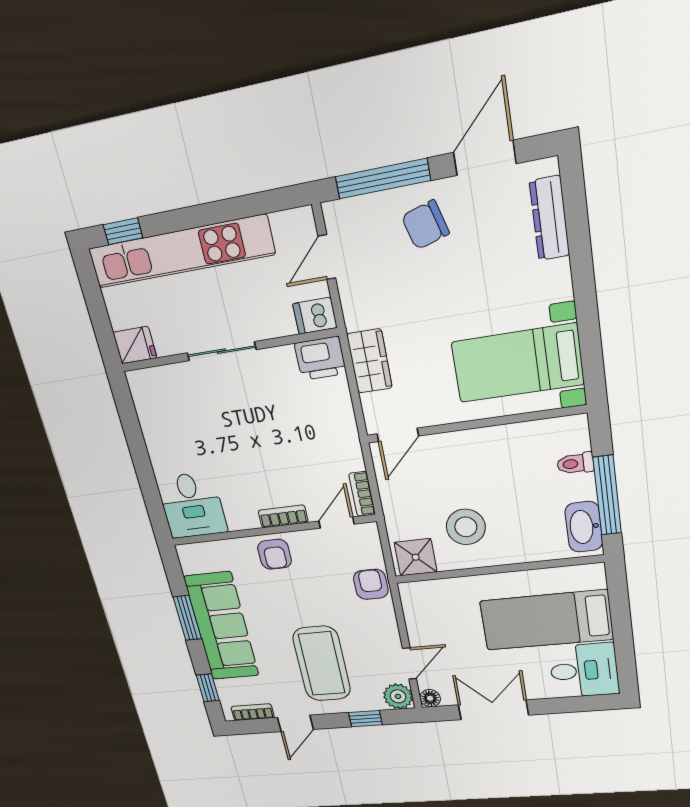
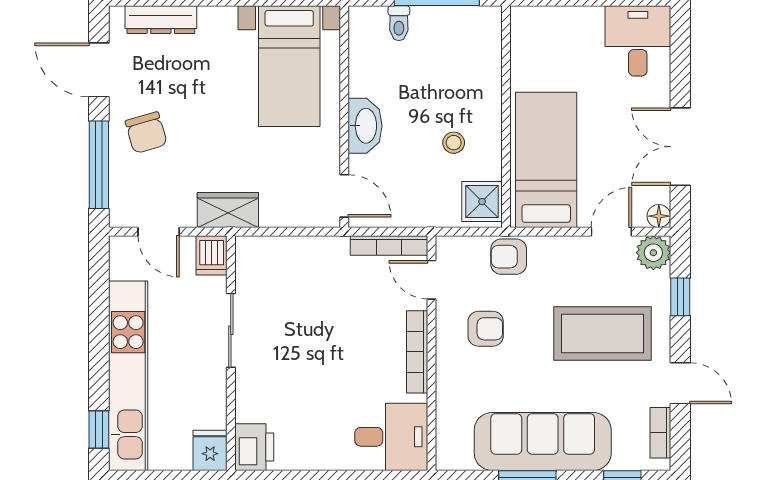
sliding door: (221, 351) -> (231, 330), moved
printer: (320, 358) -> (254, 447), moved
wardrobe: (369, 361) -> (228, 210), moved
bookcase: (362, 494) -> (389, 245), width x1.56
bookcase: (283, 516) -> (417, 352), width x1.56
stool: (466, 527) -> (454, 143), width x0.53, depth x0.53
washbasin: (584, 527) -> (365, 126), moved, turned -90
armchair: (275, 554) -> (486, 329), moved
bed: (546, 620) -> (546, 160), moved, turned 180
door: (409, 663) -> (611, 232), hinge flipped

